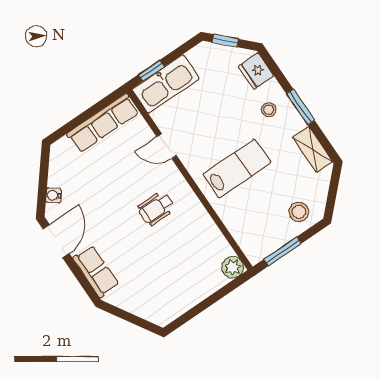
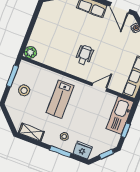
window: (151, 71) -> (126, 130), moved
window: (301, 107) -> (60, 152), moved
stool: (299, 212) -> (24, 90), moved

